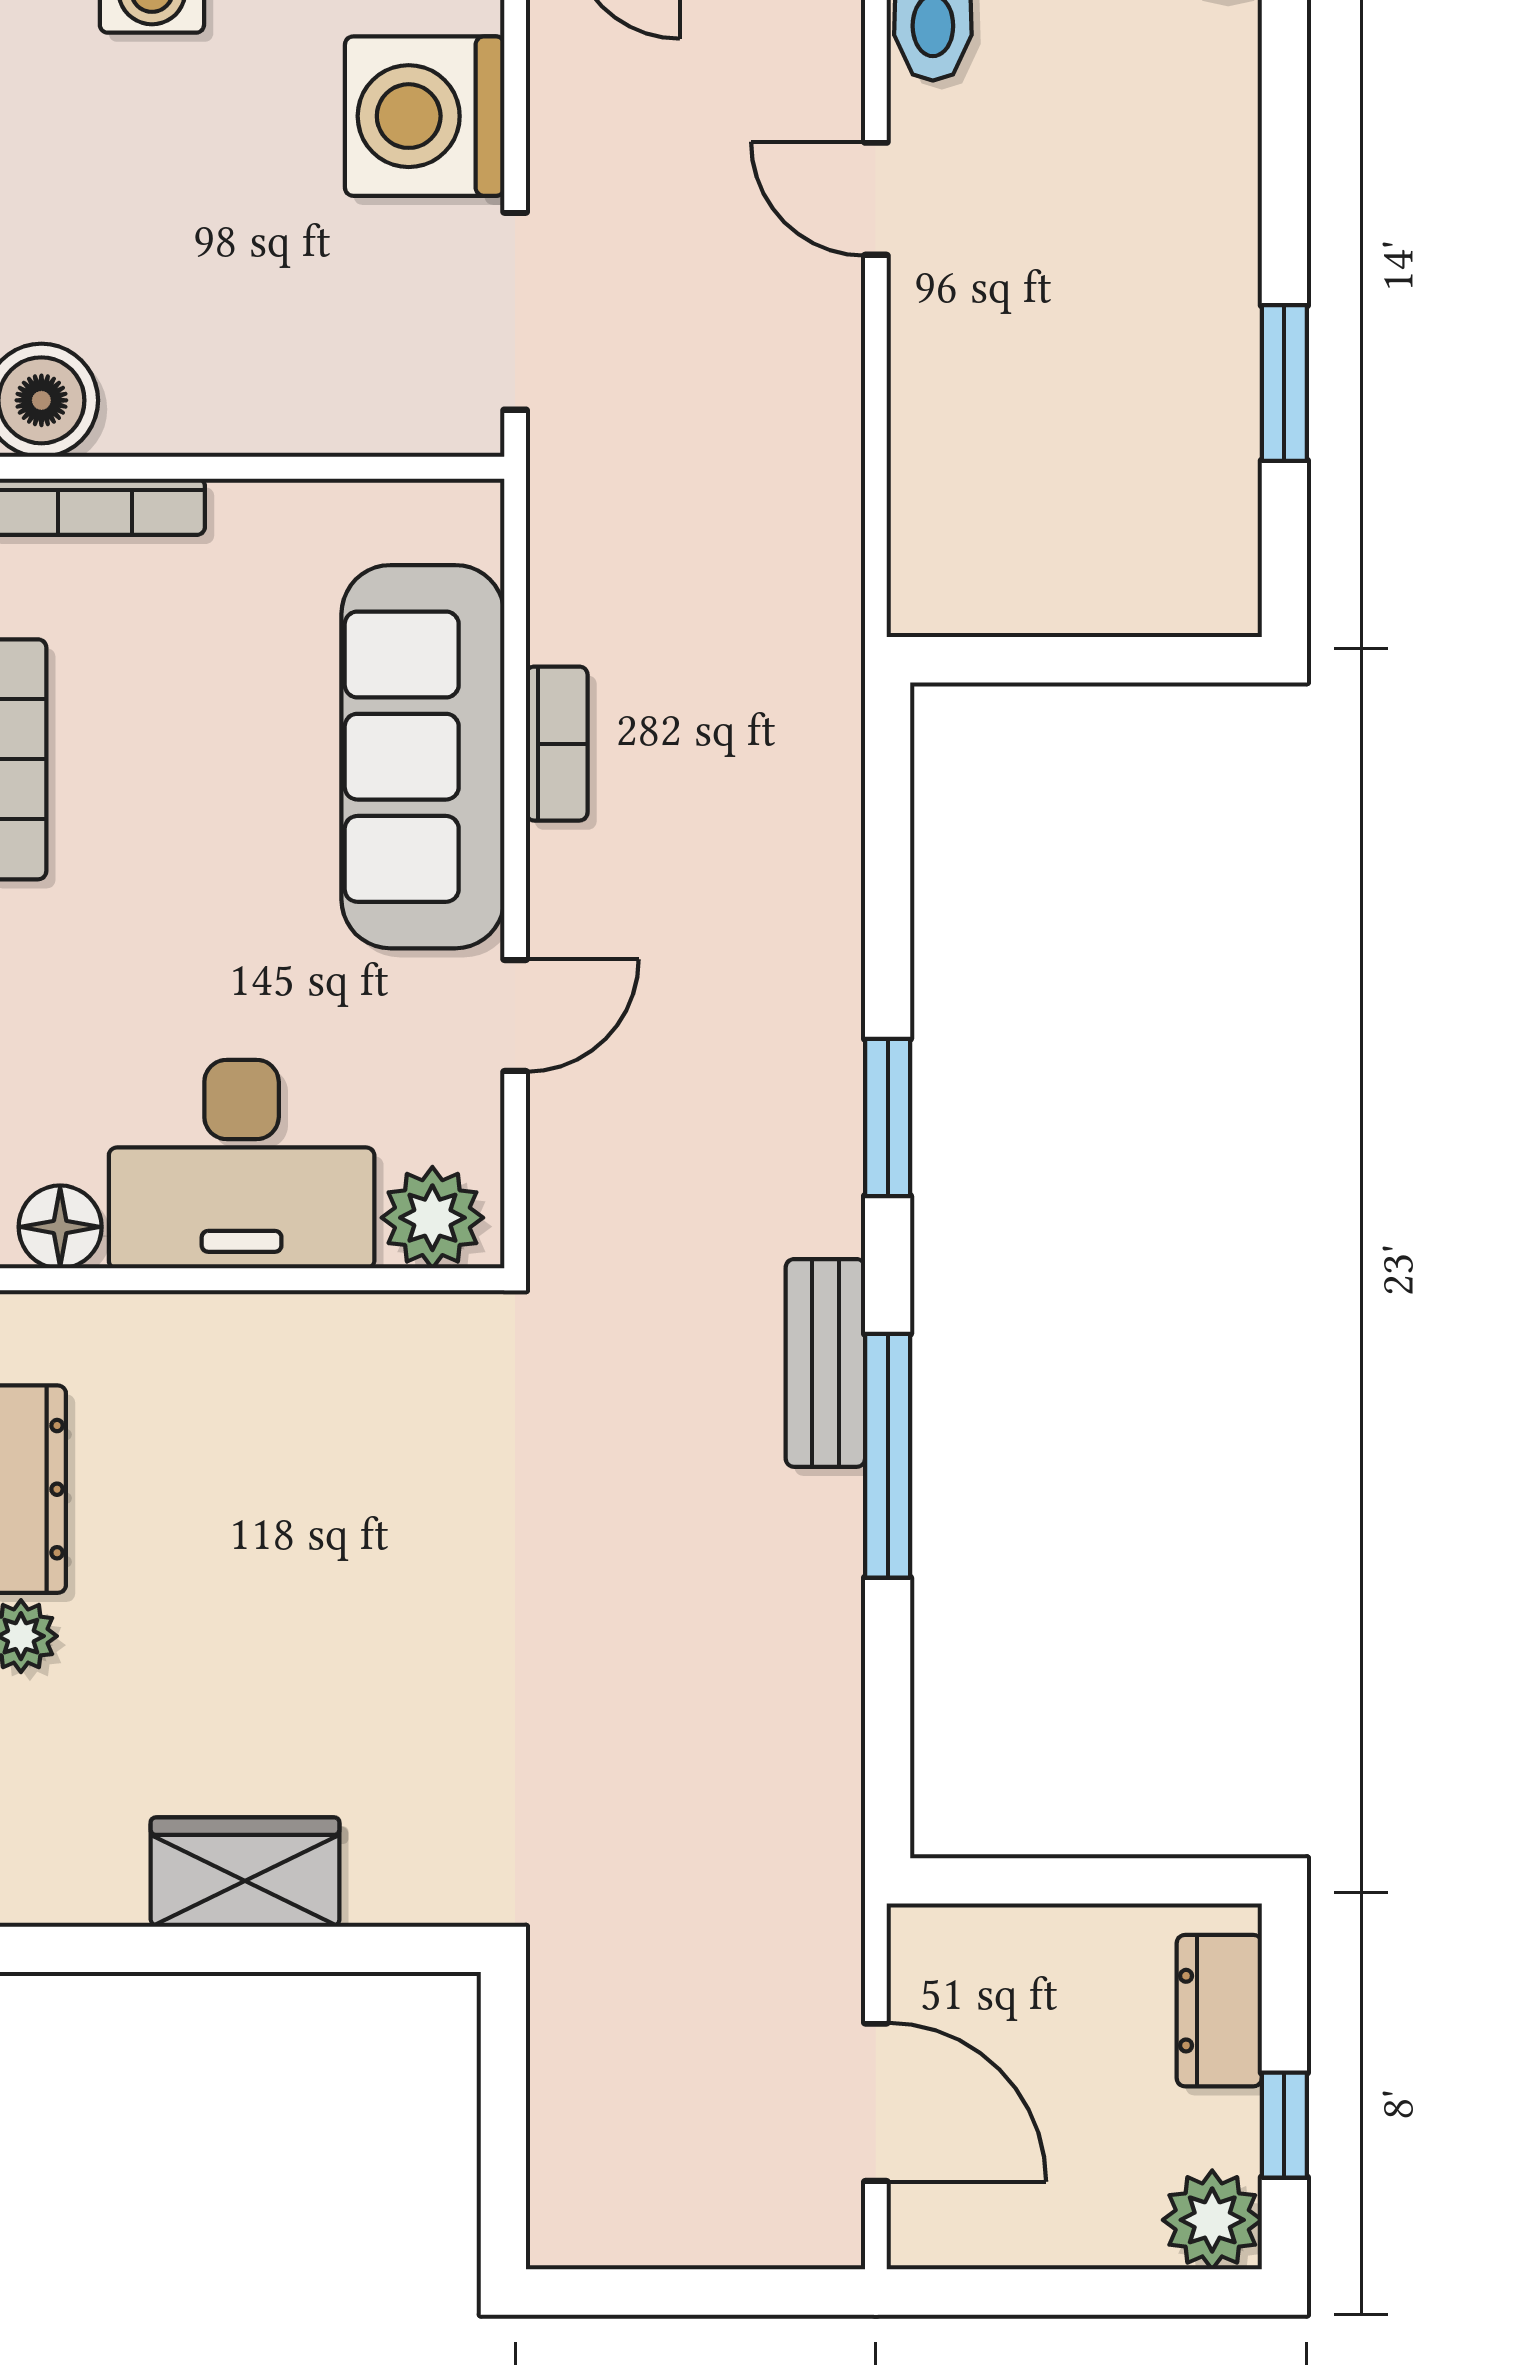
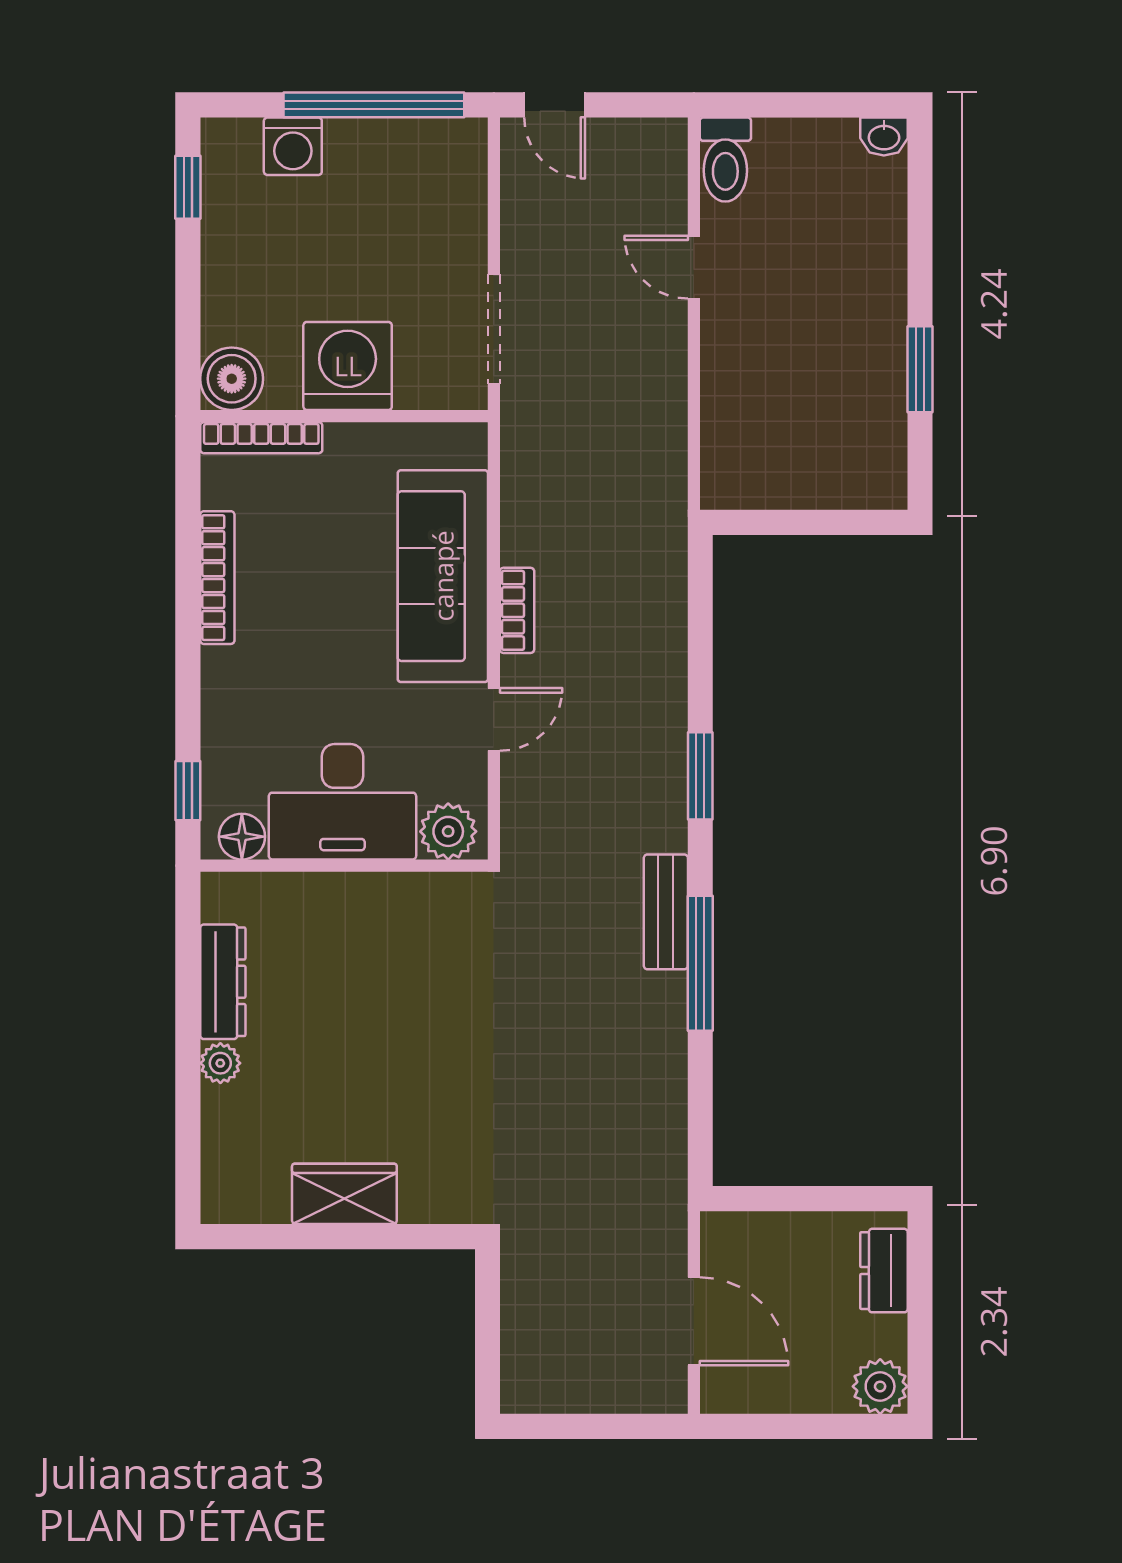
washing machine: (425, 116) -> (348, 366), moved, turned 90
bookcase: (557, 744) -> (517, 610), moved
window: (1284, 2125) -> (920, 1334), removed

